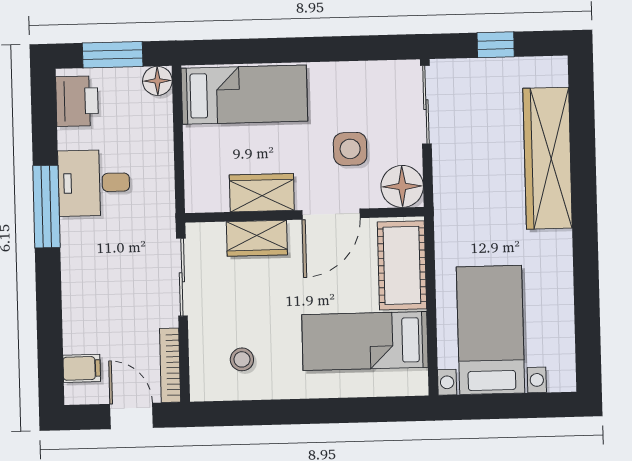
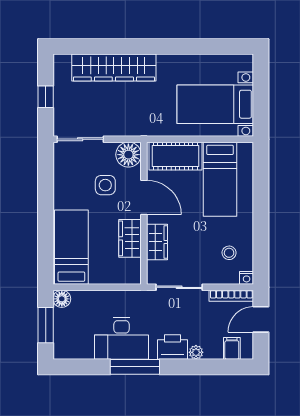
printer: (77, 101) -> (172, 347), moved
desk: (94, 183) -> (122, 338), width x1.37
plant: (74, 308) -> (196, 352), added
nightstand: (201, 390) -> (247, 278), added

